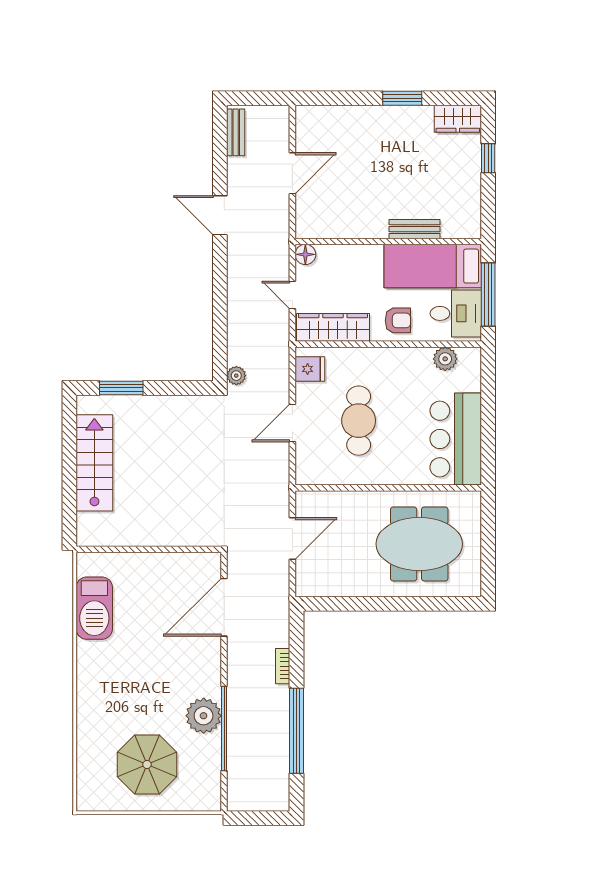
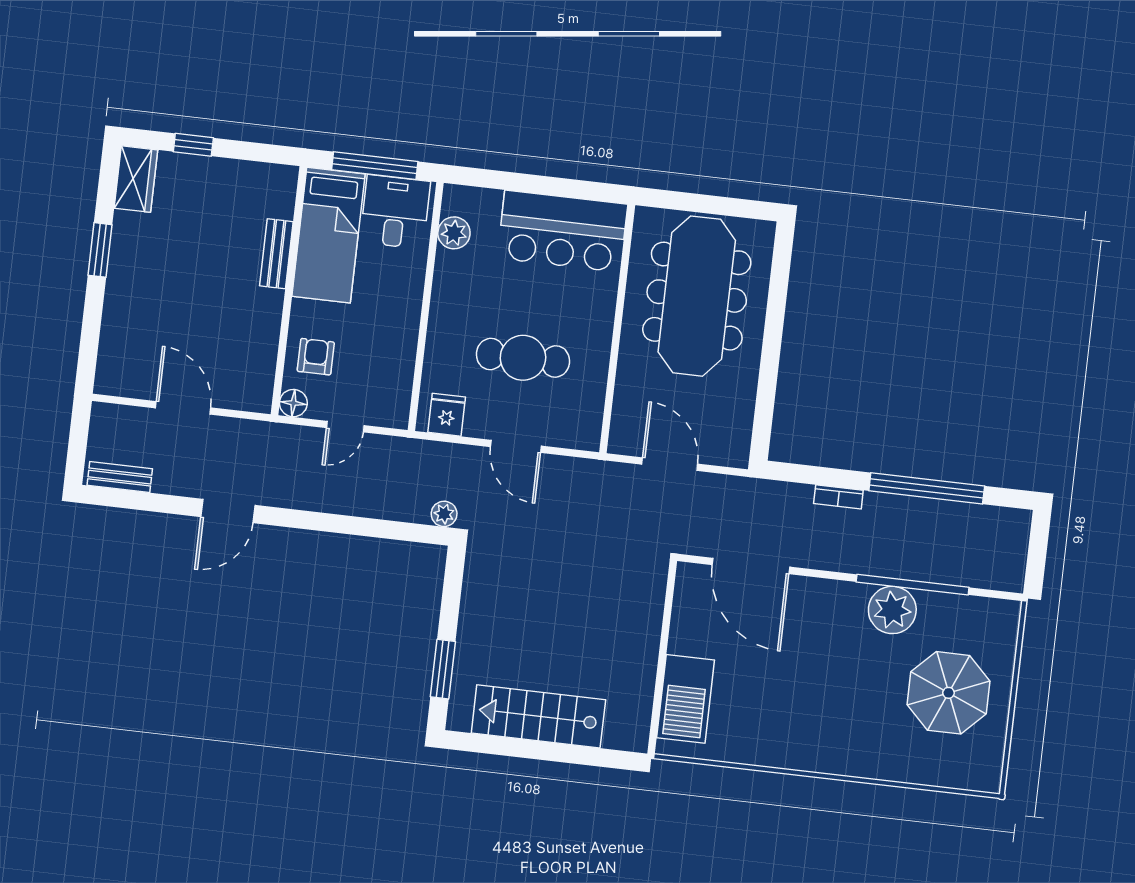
armchair: (398, 320) -> (316, 357), moved
wardrobe: (333, 327) -> (395, 378), removed
meeting table: (419, 544) -> (697, 296), width x1.36
barbecue: (94, 608) -> (686, 699), moved, turned 90

